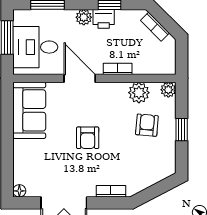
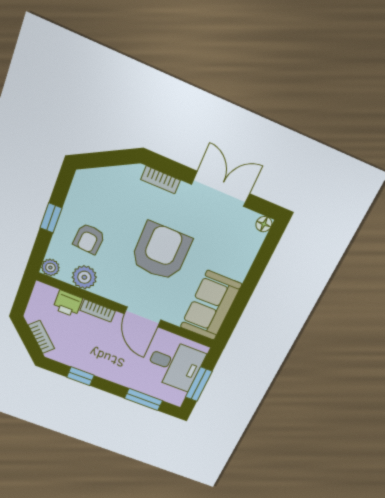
plant: (84, 17) -> (112, 374), removed
printer: (104, 19) -> (68, 304), moved, turned 180
armchair: (88, 138) -> (161, 252), width x1.88, depth x1.88

